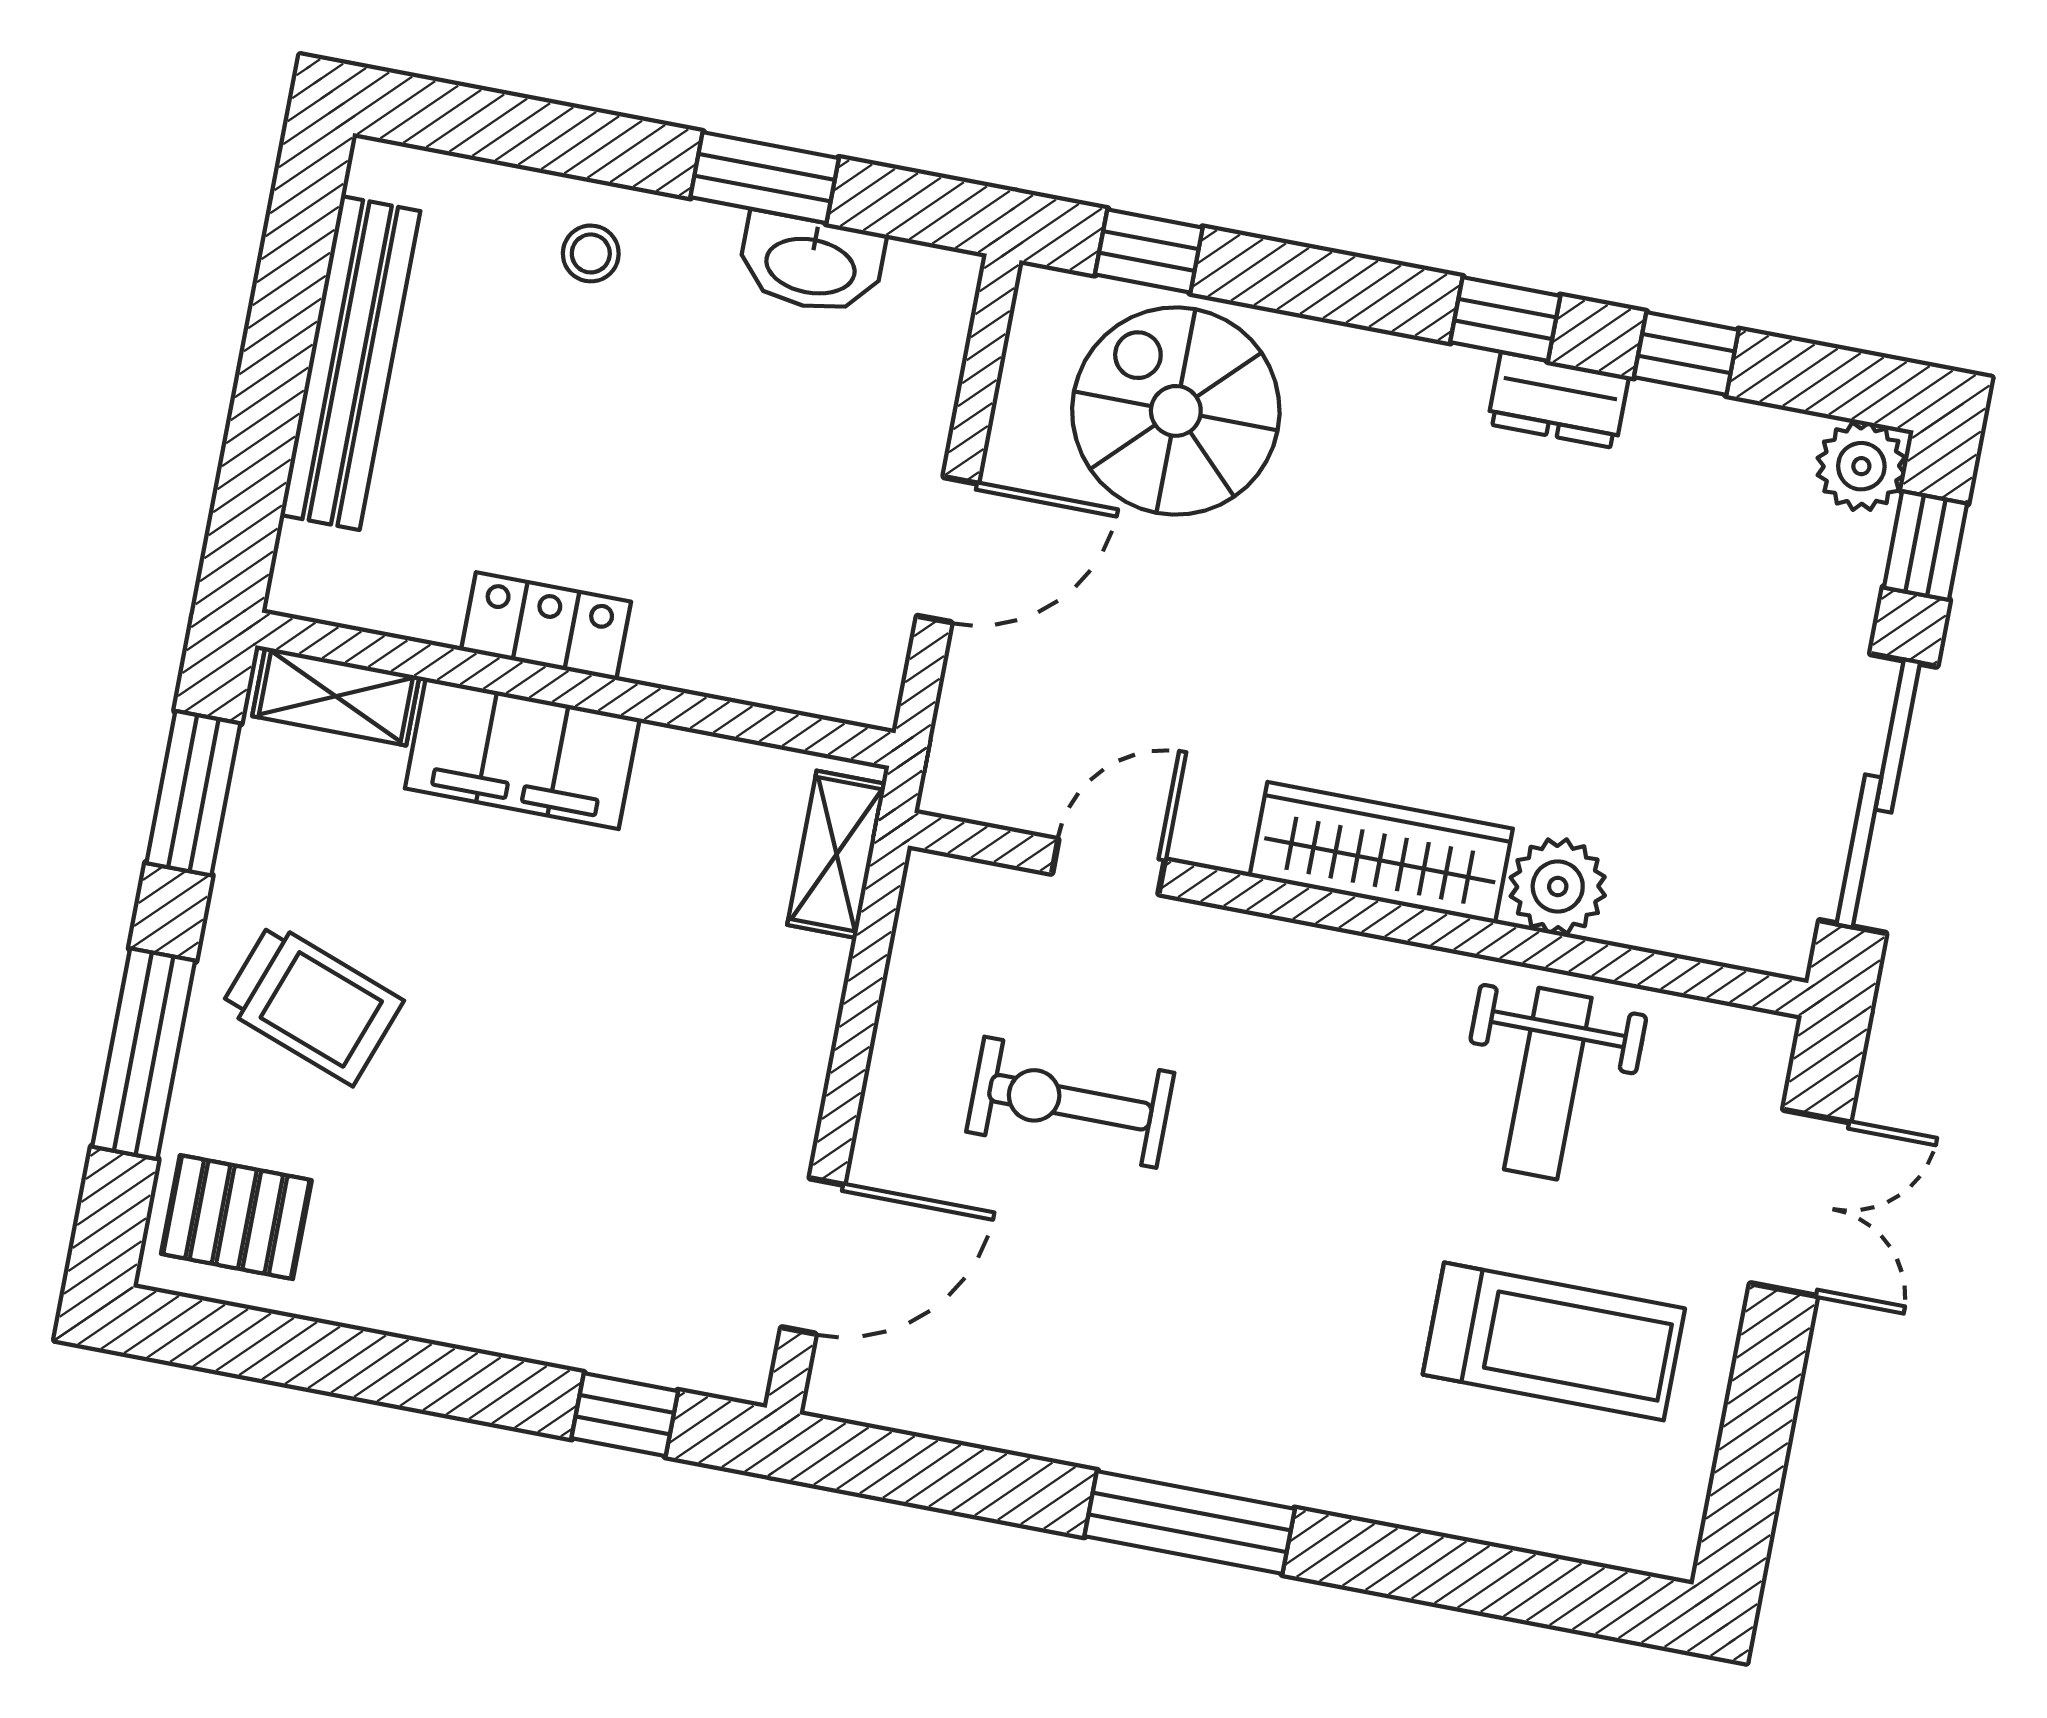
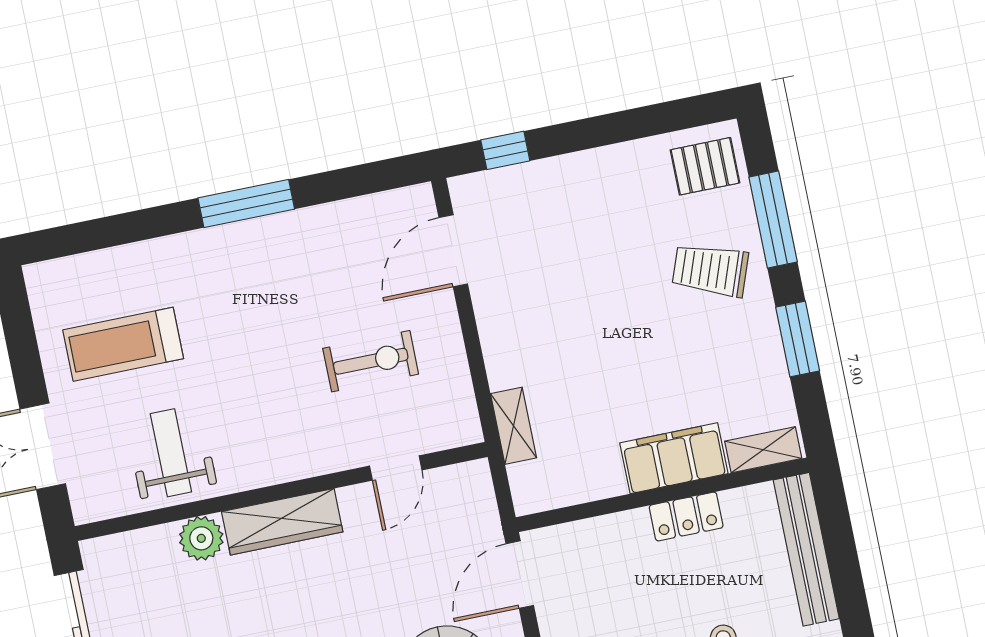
locker: (546, 626) -> (686, 516), moved
wall: (575, 689) -> (663, 495), moved
shelving: (336, 696) -> (763, 450), moved
filing cabinet: (522, 753) -> (674, 458), moved

